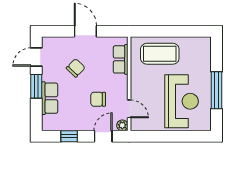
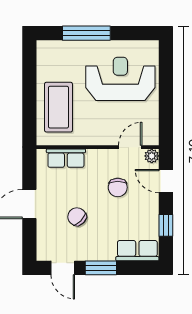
window: (217, 90) -> (86, 33), moved
row of seats: (50, 98) -> (137, 251), moved

